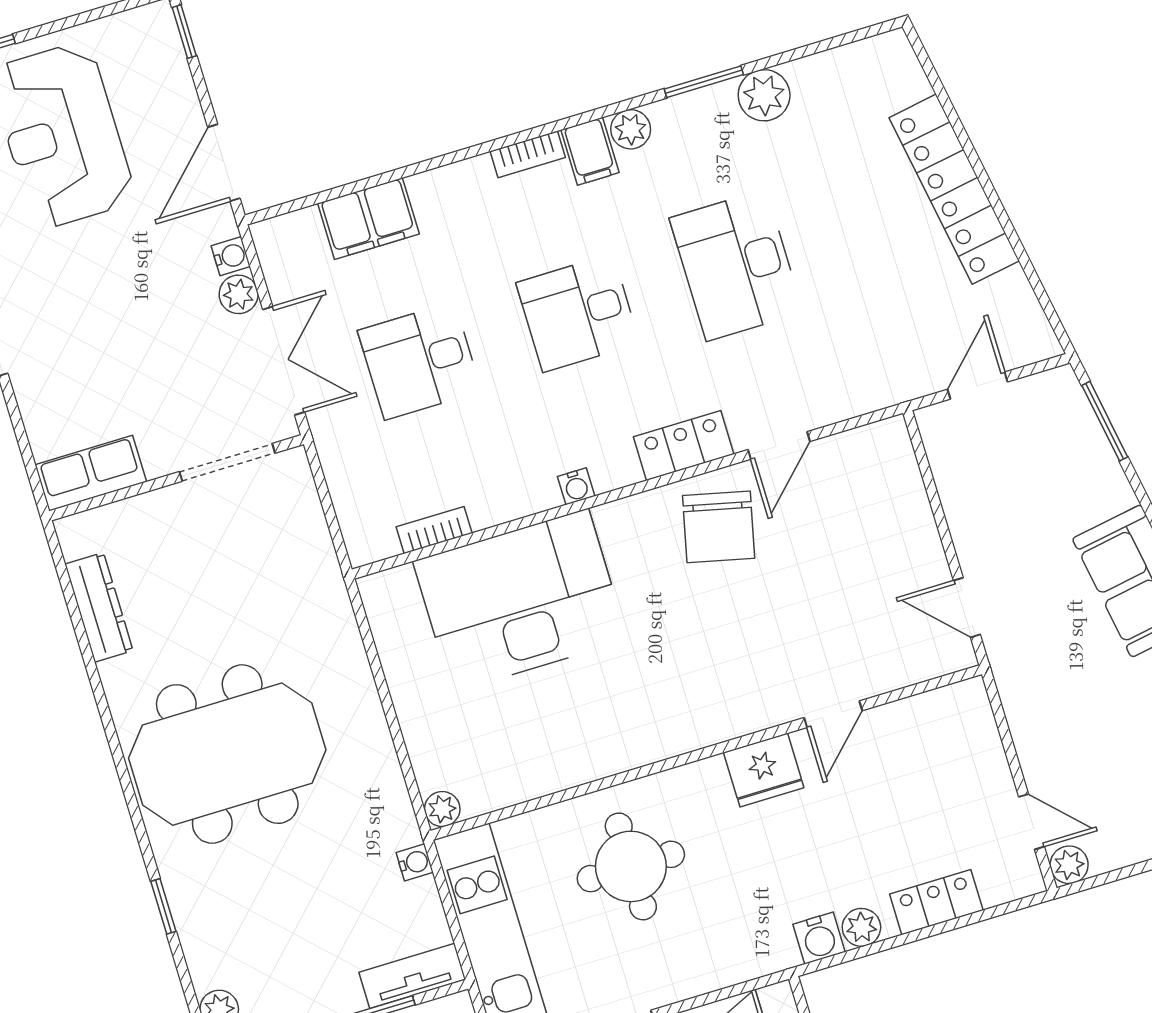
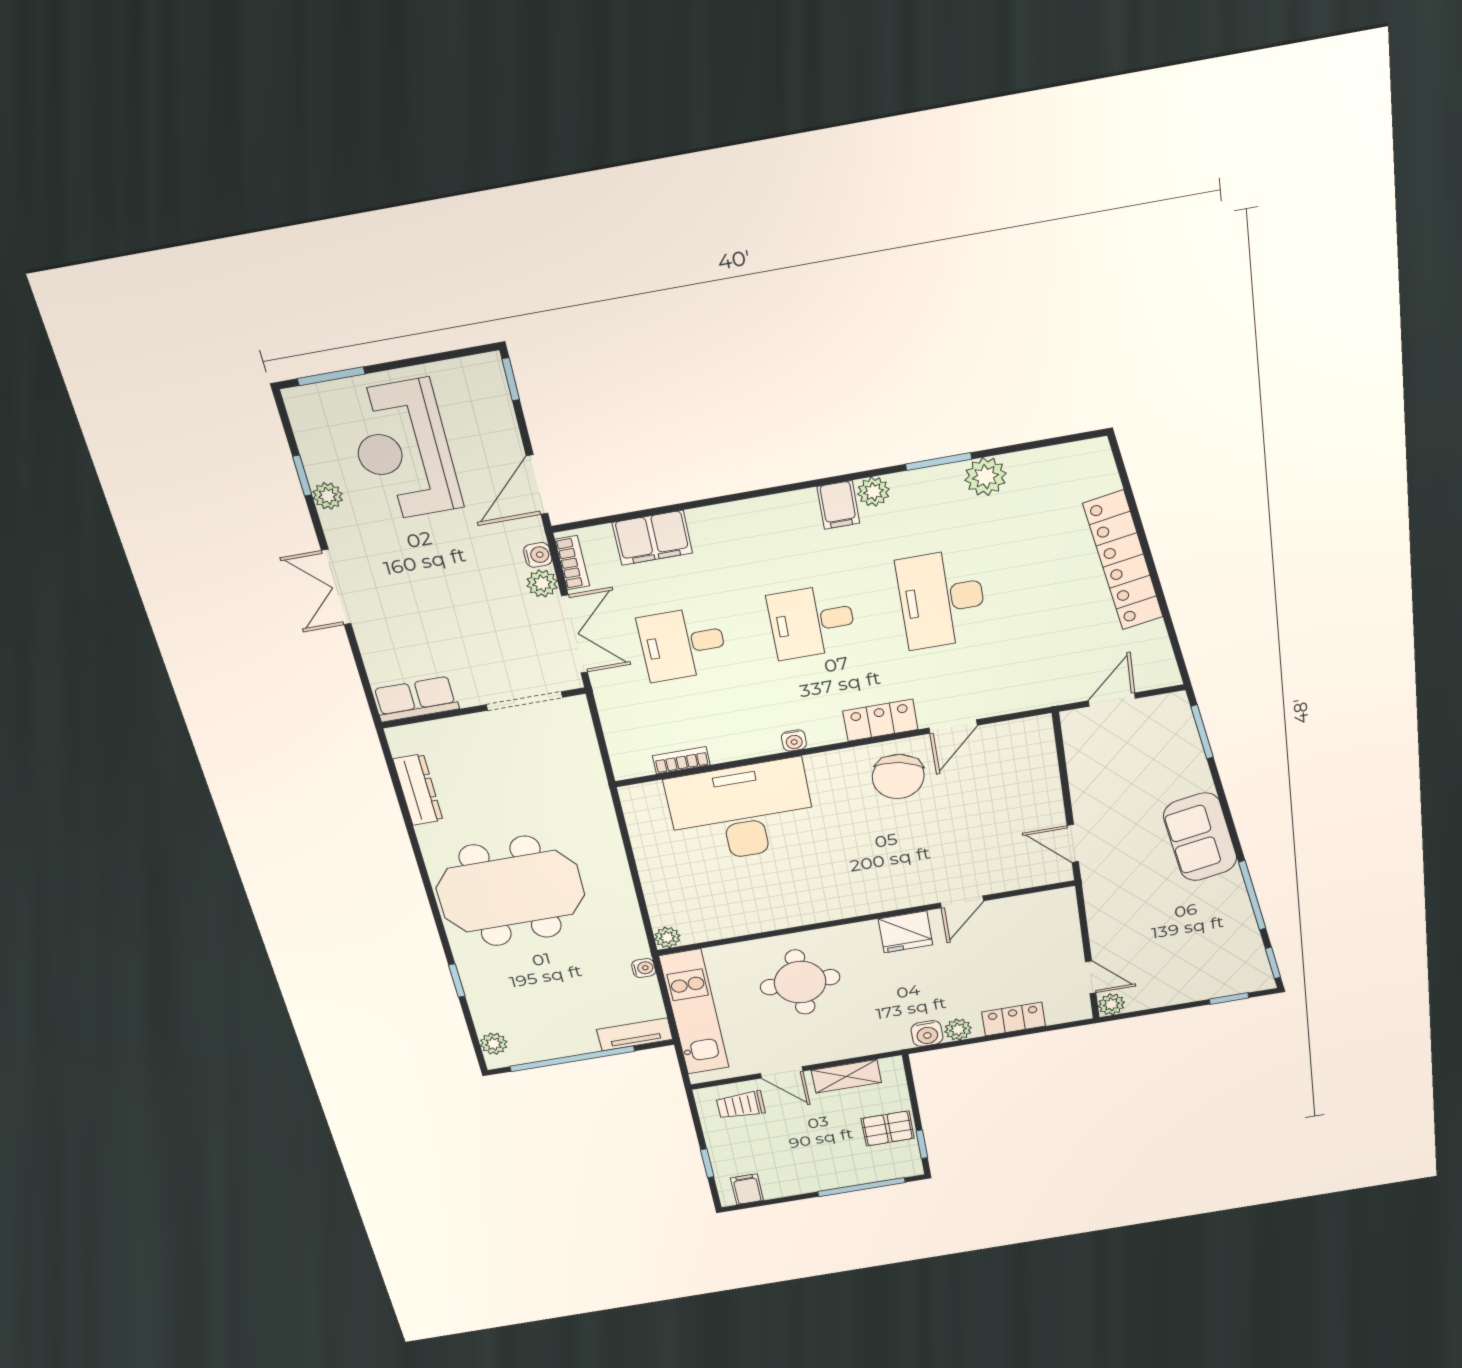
bookcase: (528, 154) -> (572, 563), moved, turned -90

